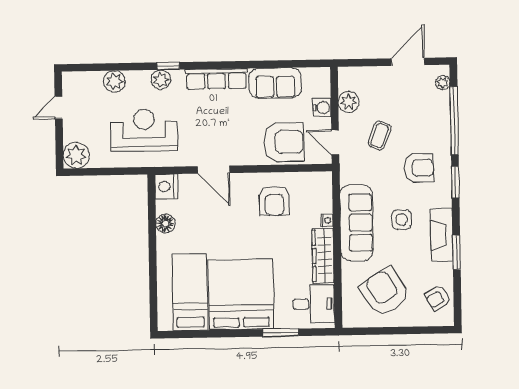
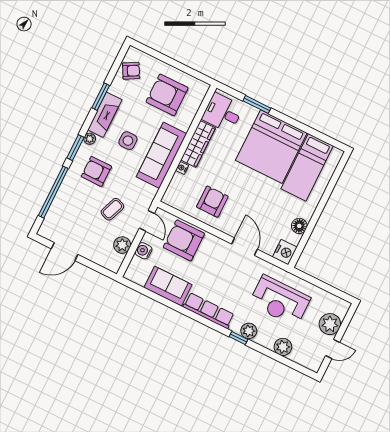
plant: (443, 83) -> (90, 139), moved
plant: (76, 155) -> (330, 324), moved
armchair: (385, 292) -> (167, 95), turned 122

